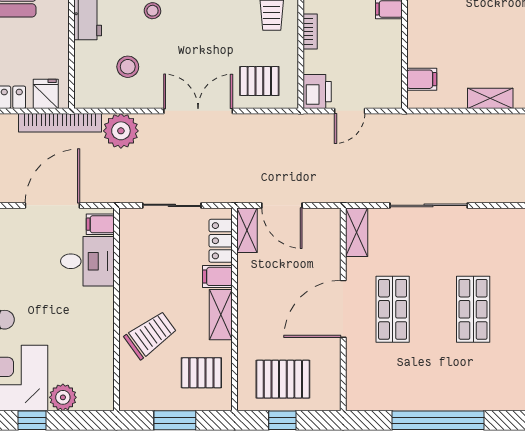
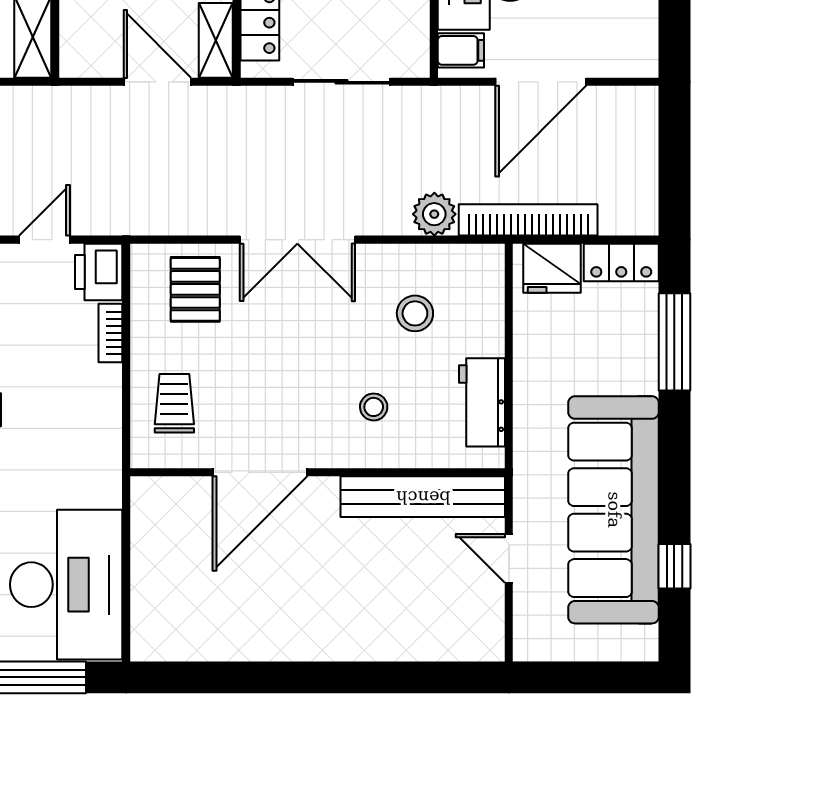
bookcase: (310, 32) -> (110, 333), moved
pallet: (259, 81) -> (195, 289), turned 90
fridge: (46, 94) -> (552, 268), width x1.38
plant: (121, 131) -> (434, 214), width x0.73, depth x0.73

